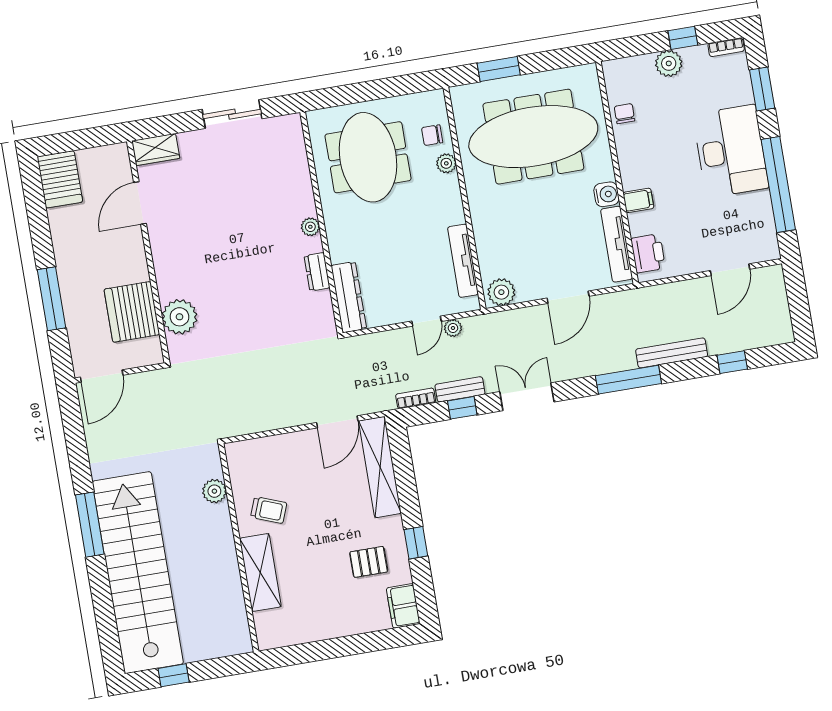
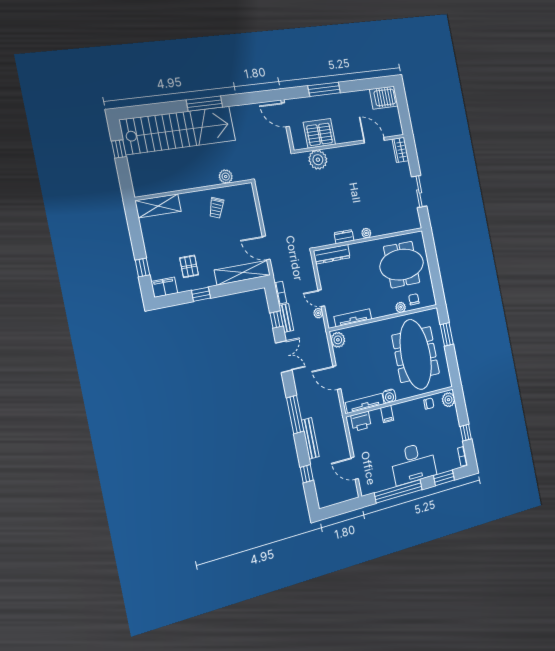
plant: (669, 63) -> (448, 400), moved
shelving: (260, 573) -> (158, 206), moved
window: (370, 642) -> (142, 267), added

